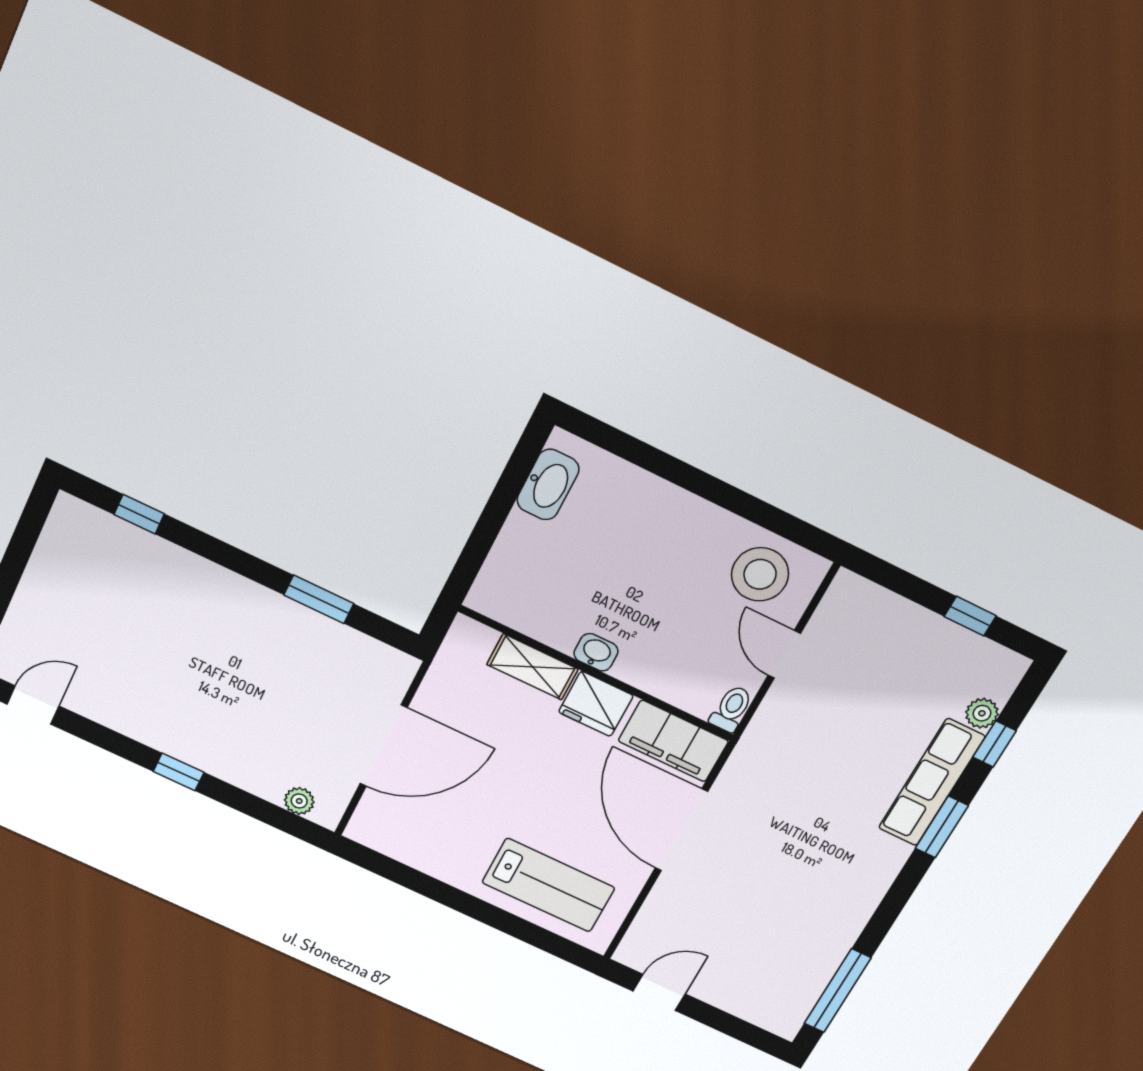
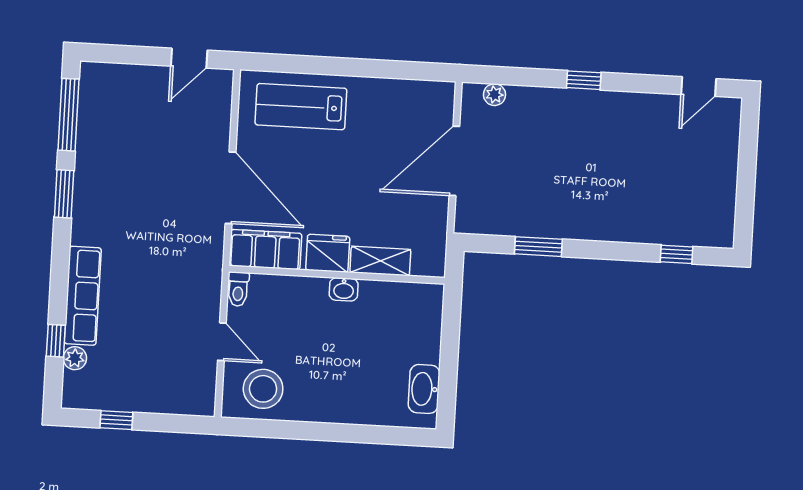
window: (942, 827) -> (64, 194), moved

